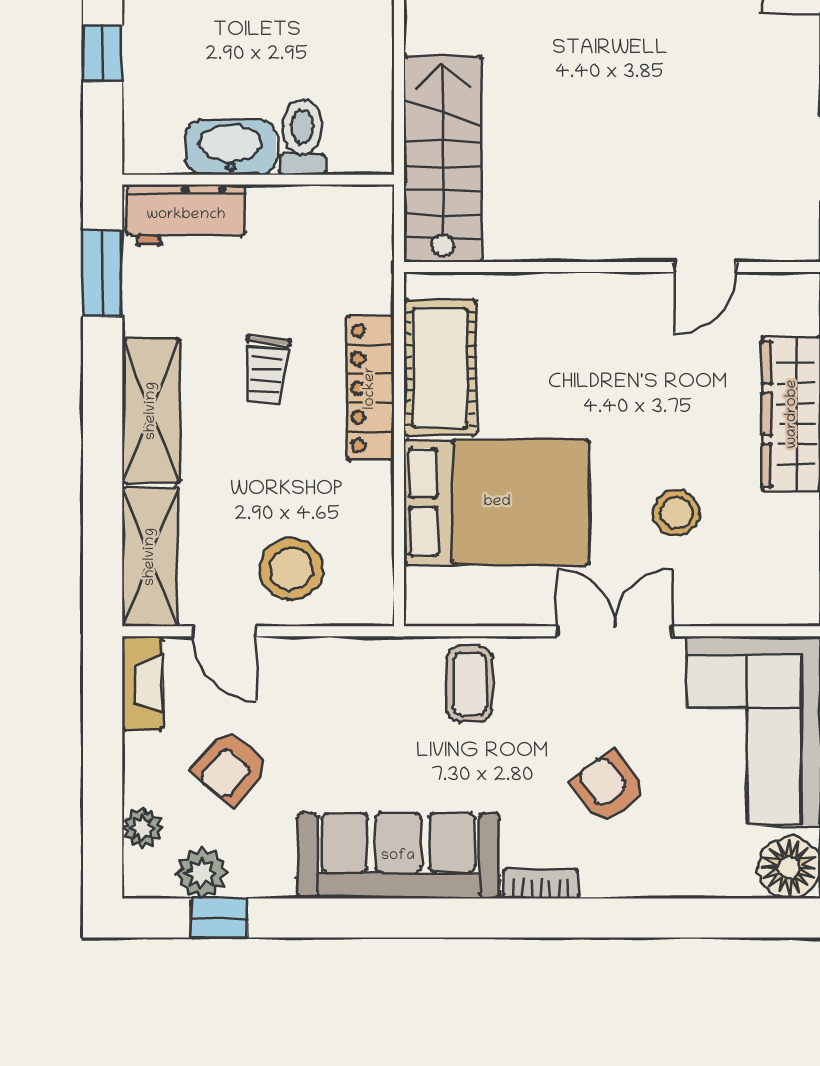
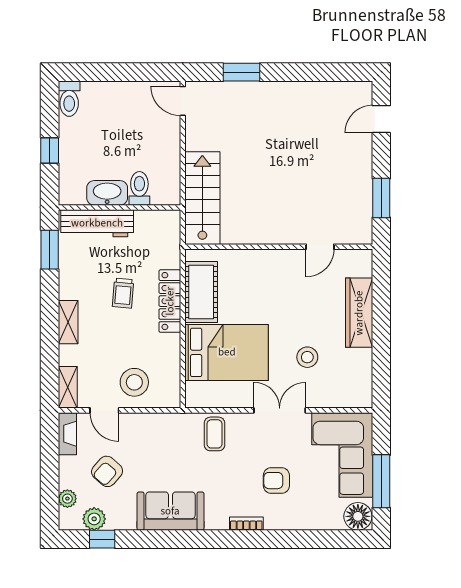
workbench: (186, 215) -> (97, 223), width x1.37
shelving: (151, 411) -> (68, 322), width x0.67, depth x0.75
shelving: (150, 557) -> (68, 387), width x0.67, depth x0.75
armchair: (607, 788) -> (276, 481), turned -54
sofa: (398, 856) -> (170, 511), width x0.73

